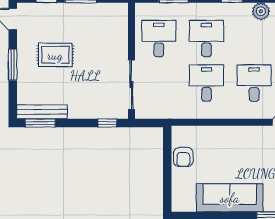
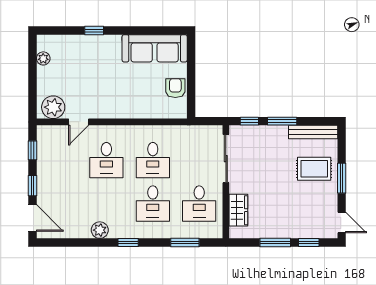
wardrobe: (119, 32) -> (238, 210), added
rug: (55, 55) -> (314, 169), moved
window: (40, 123) -> (282, 121), moved
sofa: (230, 198) -> (155, 48), moved

